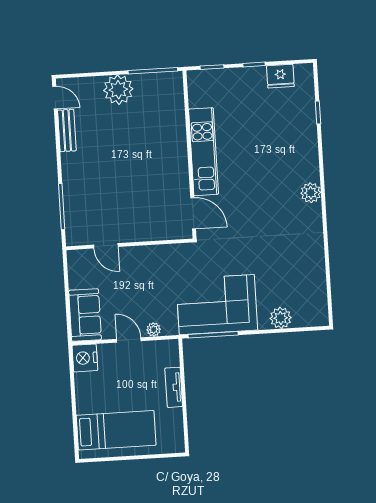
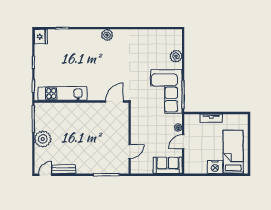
fridge: (280, 76) -> (41, 37), moved
kitchen unit: (203, 152) -> (62, 94), moved
nightstand: (85, 358) -> (215, 167), moved

